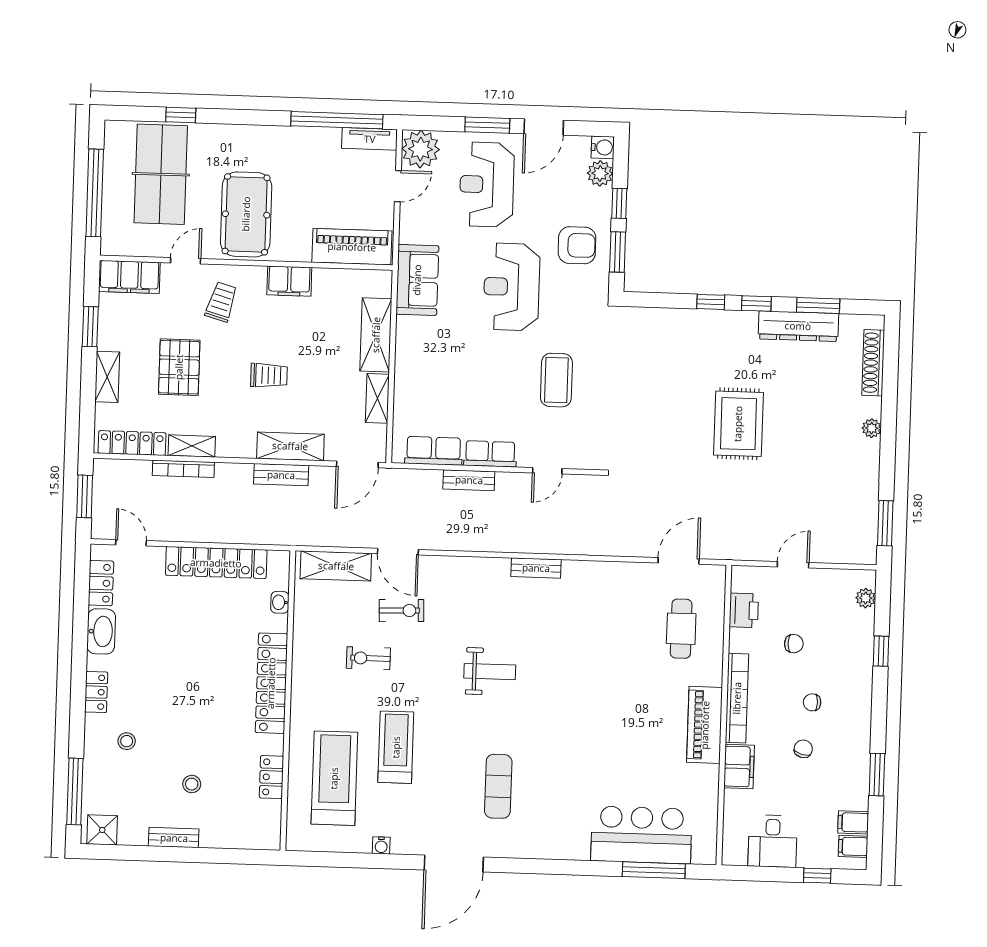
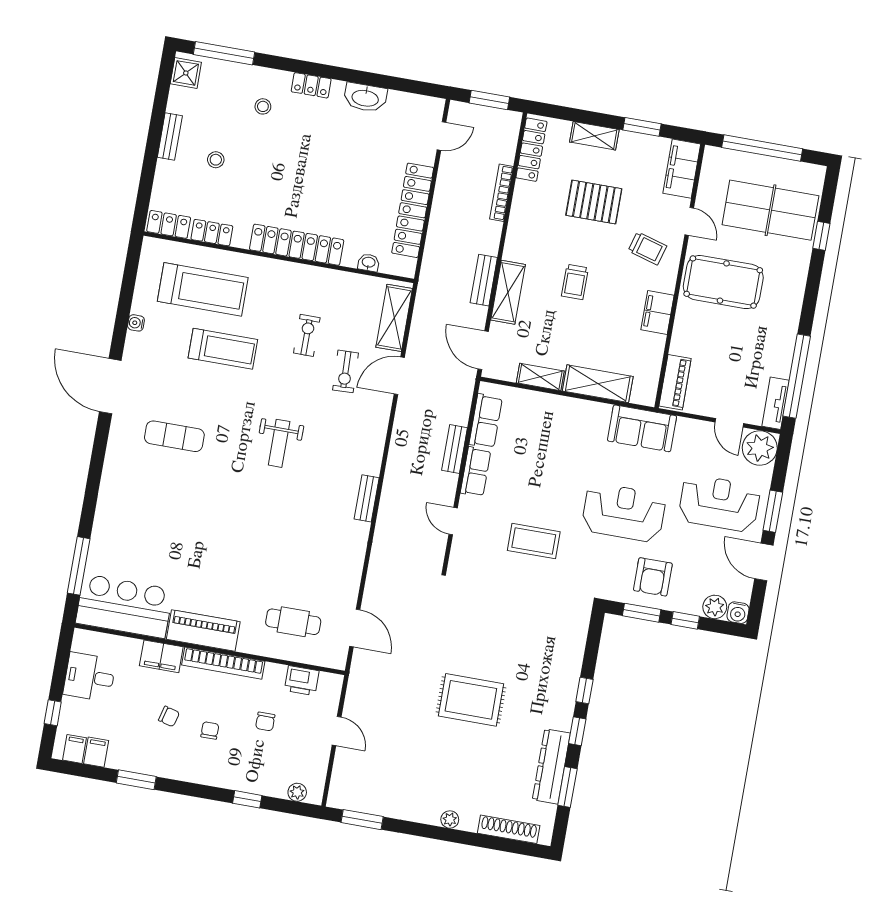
piano: (352, 247) -> (675, 382), width x0.73, depth x0.75
shelving: (192, 446) -> (521, 203), removed
locker: (101, 583) -> (169, 224), moved, turned 180
bar counter: (641, 835) -> (124, 606), moved, turned -90

